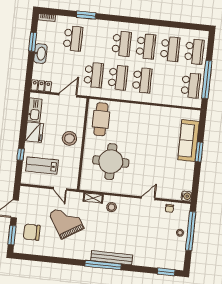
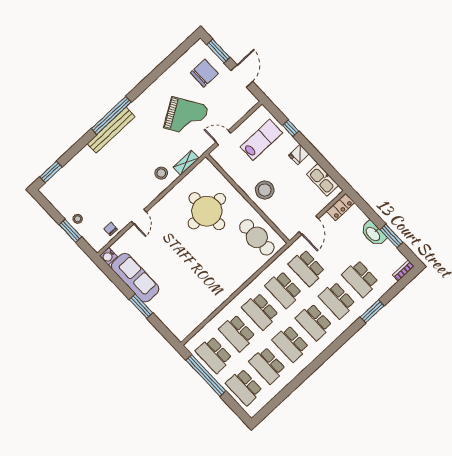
school desk: (97, 41) -> (337, 300), added
school desk: (166, 83) -> (237, 333), added
fridge: (34, 132) -> (299, 154), width x0.53, depth x0.75
sofa: (189, 141) -> (135, 278), moved
window: (191, 231) -> (70, 231), width x0.47

